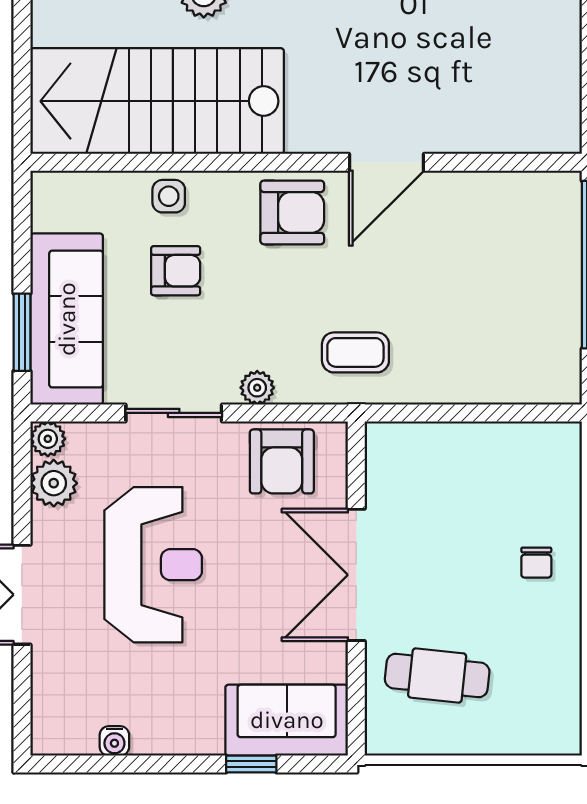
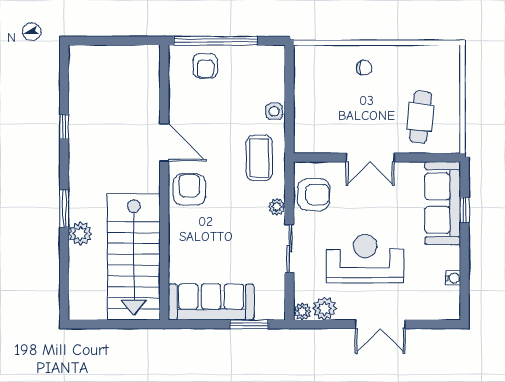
side table: (169, 196) -> (274, 111), moved
armchair: (176, 271) -> (205, 66), moved, turned 180
sofa: (67, 319) -> (211, 302), moved
coffee table: (355, 352) -> (259, 158), width x1.36, depth x1.30
double door: (356, 575) -> (370, 157), width x0.73
sofa: (287, 720) -> (443, 203), width x1.36

